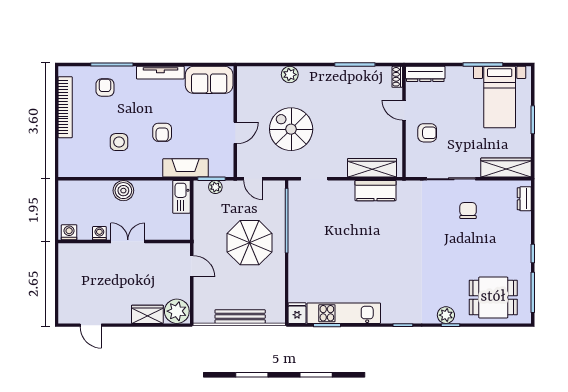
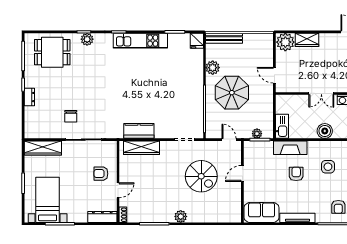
plant: (290, 75) -> (181, 216), moved
door: (404, 110) -> (118, 190), hinge flipped
fireplace: (186, 168) -> (290, 148), moved
dresser: (524, 199) -> (29, 97), moved
plant: (276, 277) -> (213, 68), added
kitchen unit: (344, 313) -> (140, 41), moved
bench: (240, 317) -> (224, 38), moved

